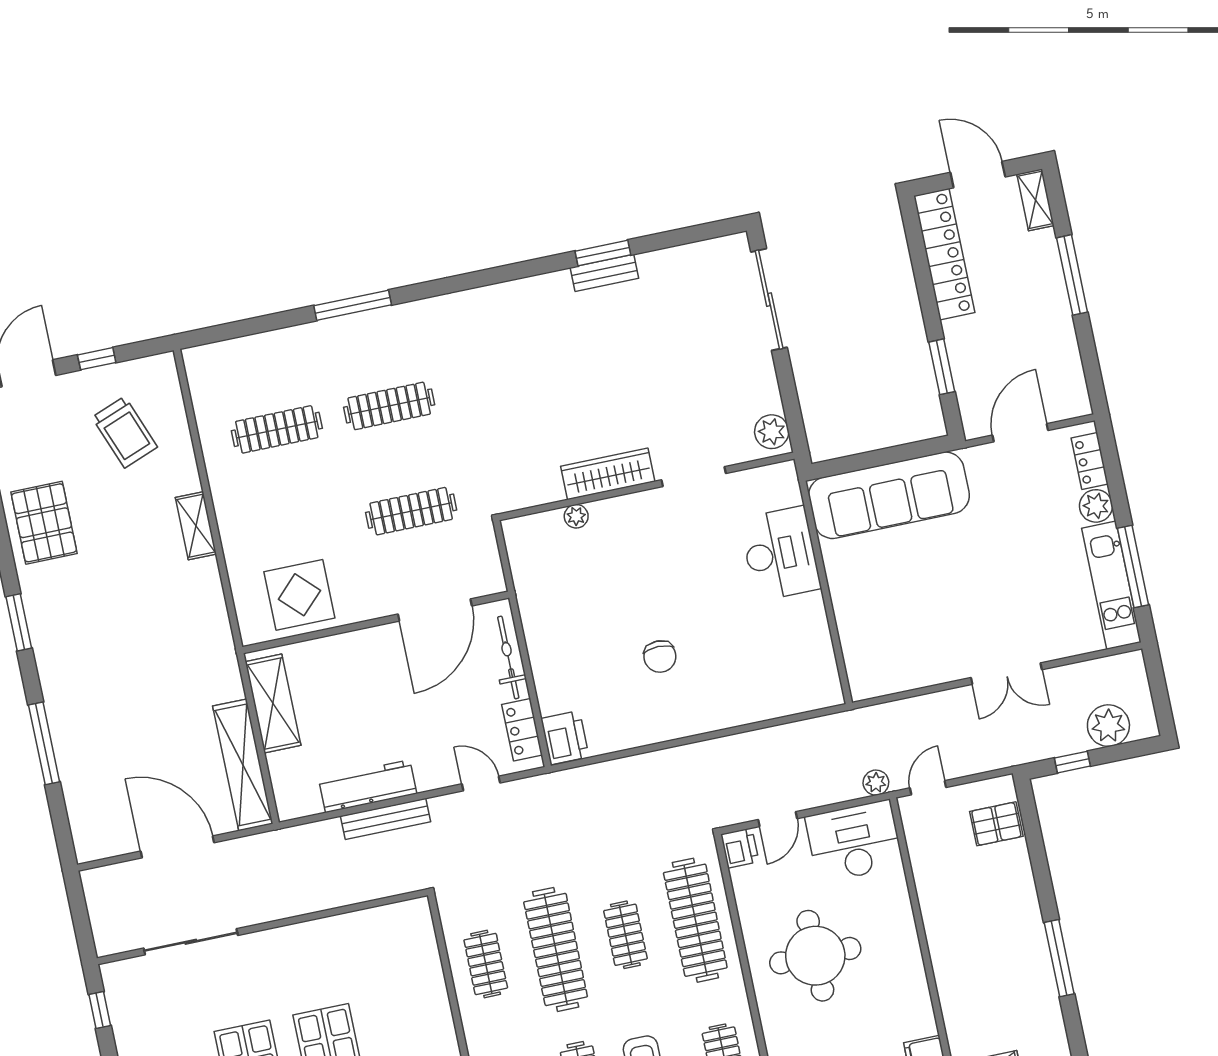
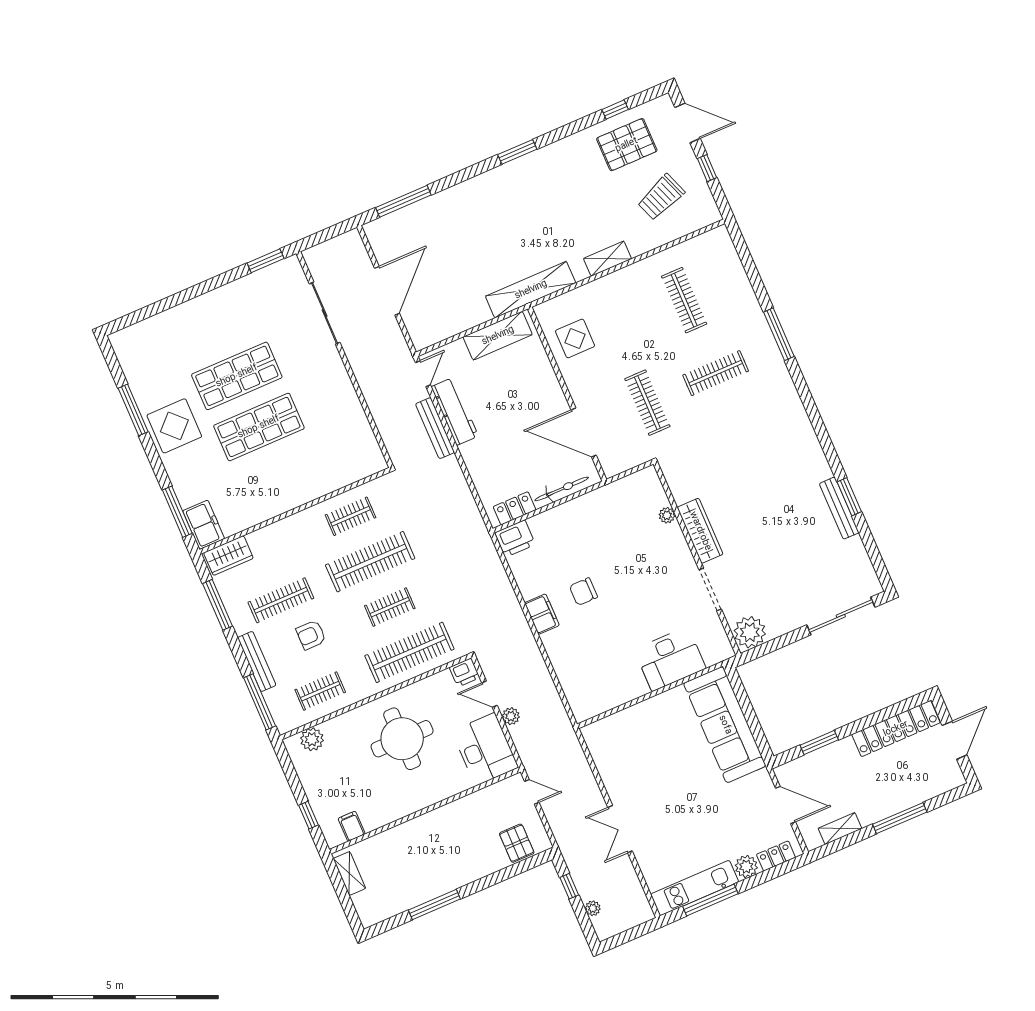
shelving: (1035, 200) -> (840, 828), moved
bench: (604, 273) -> (839, 508), width x1.36
clothes rail: (389, 406) -> (716, 373), turned 90
plant: (772, 432) -> (750, 632), width x1.36, depth x1.36
pallet: (44, 523) -> (627, 145), moved
display table: (299, 595) -> (575, 338), width x0.73, depth x0.73
filing cabinet: (680, 722) -> (542, 614), added
plant: (1108, 726) -> (593, 908), width x0.53, depth x0.53
window: (44, 743) -> (403, 201), moved
shelving: (243, 765) -> (531, 290), moved
door: (481, 783) -> (423, 374), moved
plant: (876, 783) -> (511, 716), moved
window: (100, 1010) -> (266, 261), width x1.50

